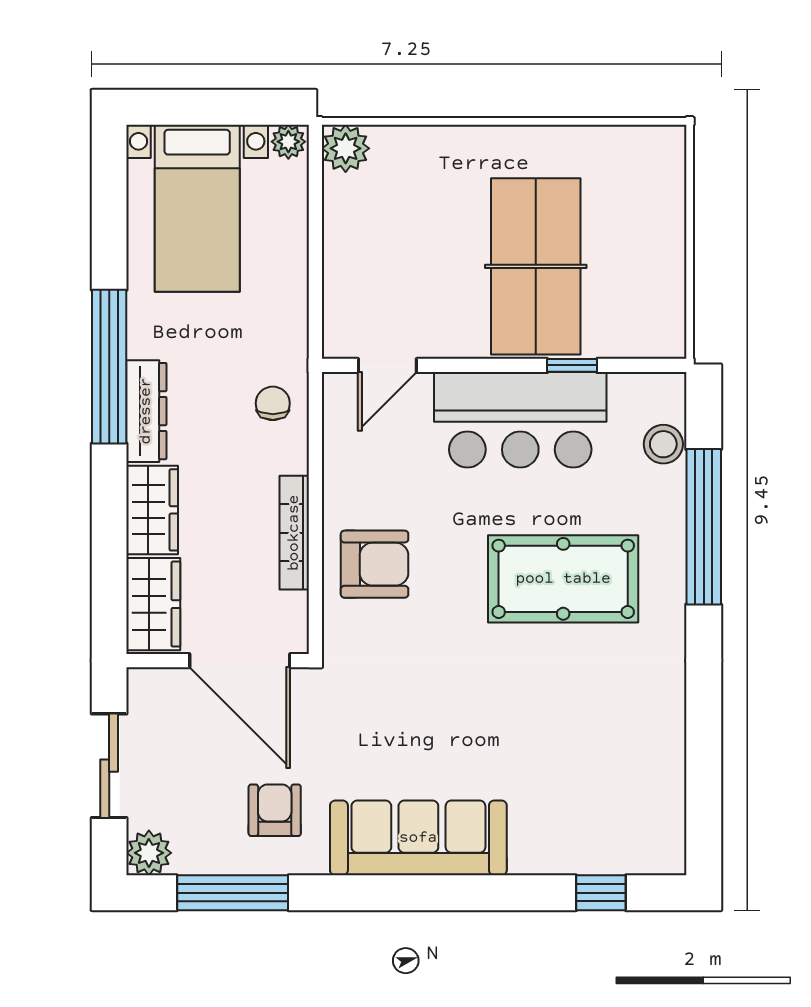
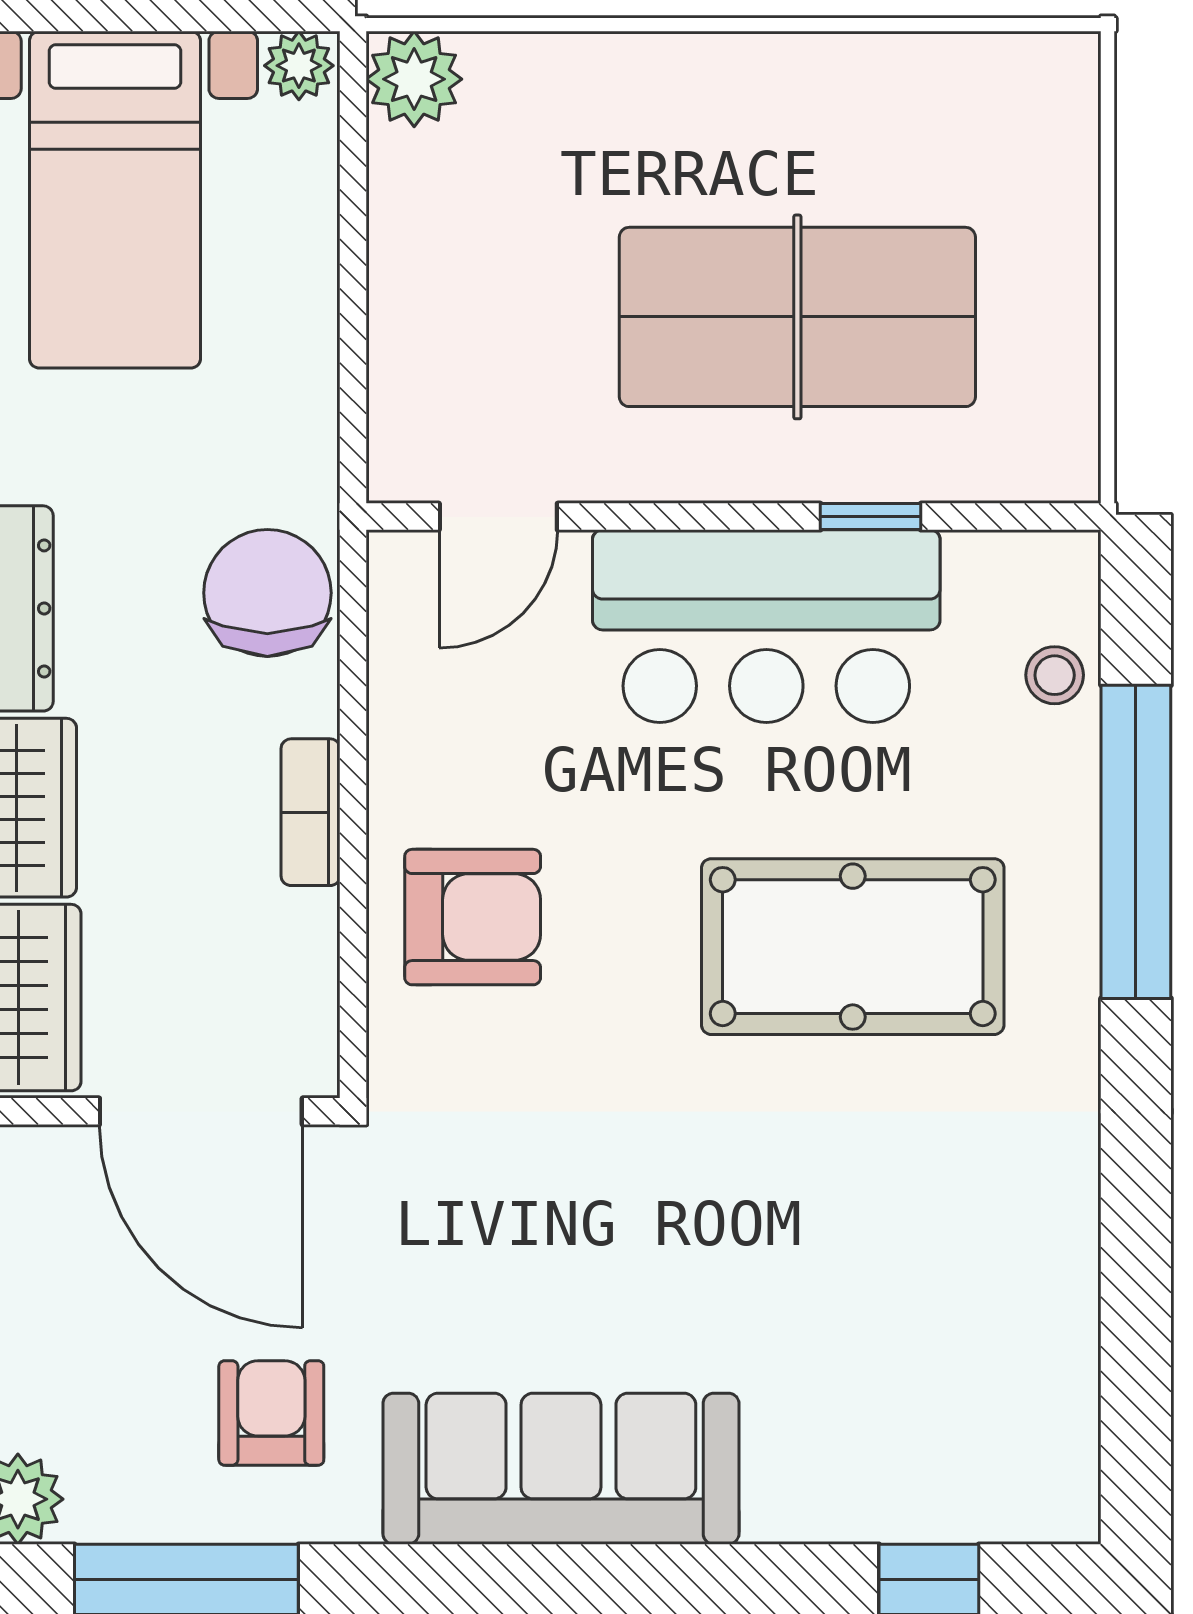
table tennis table: (536, 266) -> (797, 317), turned 90
chair: (273, 403) -> (267, 593), width x1.87, depth x1.87
stool: (663, 444) -> (1055, 675), width x0.73, depth x0.73
bookcase: (294, 533) -> (311, 812), width x0.64

